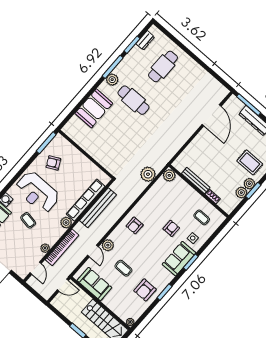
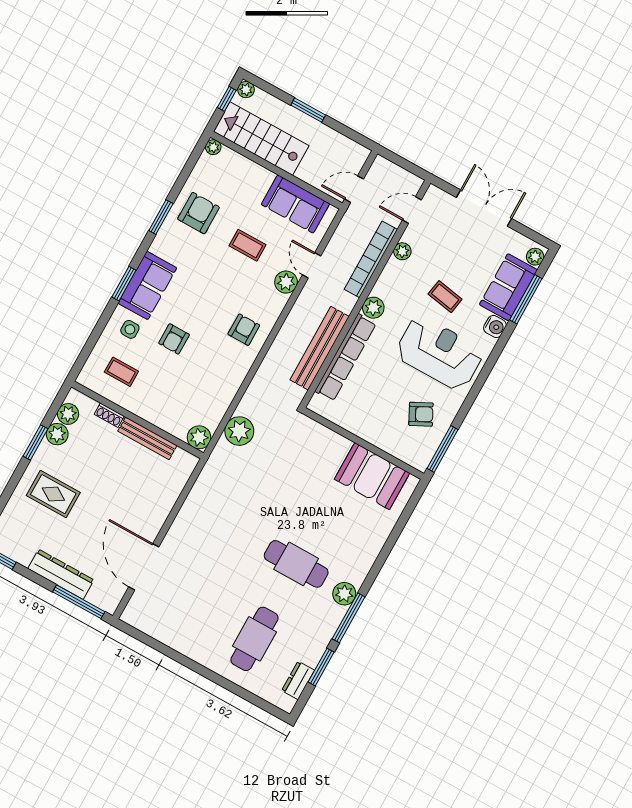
booth: (94, 108) -> (372, 476), moved, turned 90
plant: (249, 184) -> (68, 414), moved
door: (36, 268) -> (412, 210), hinge flipped

